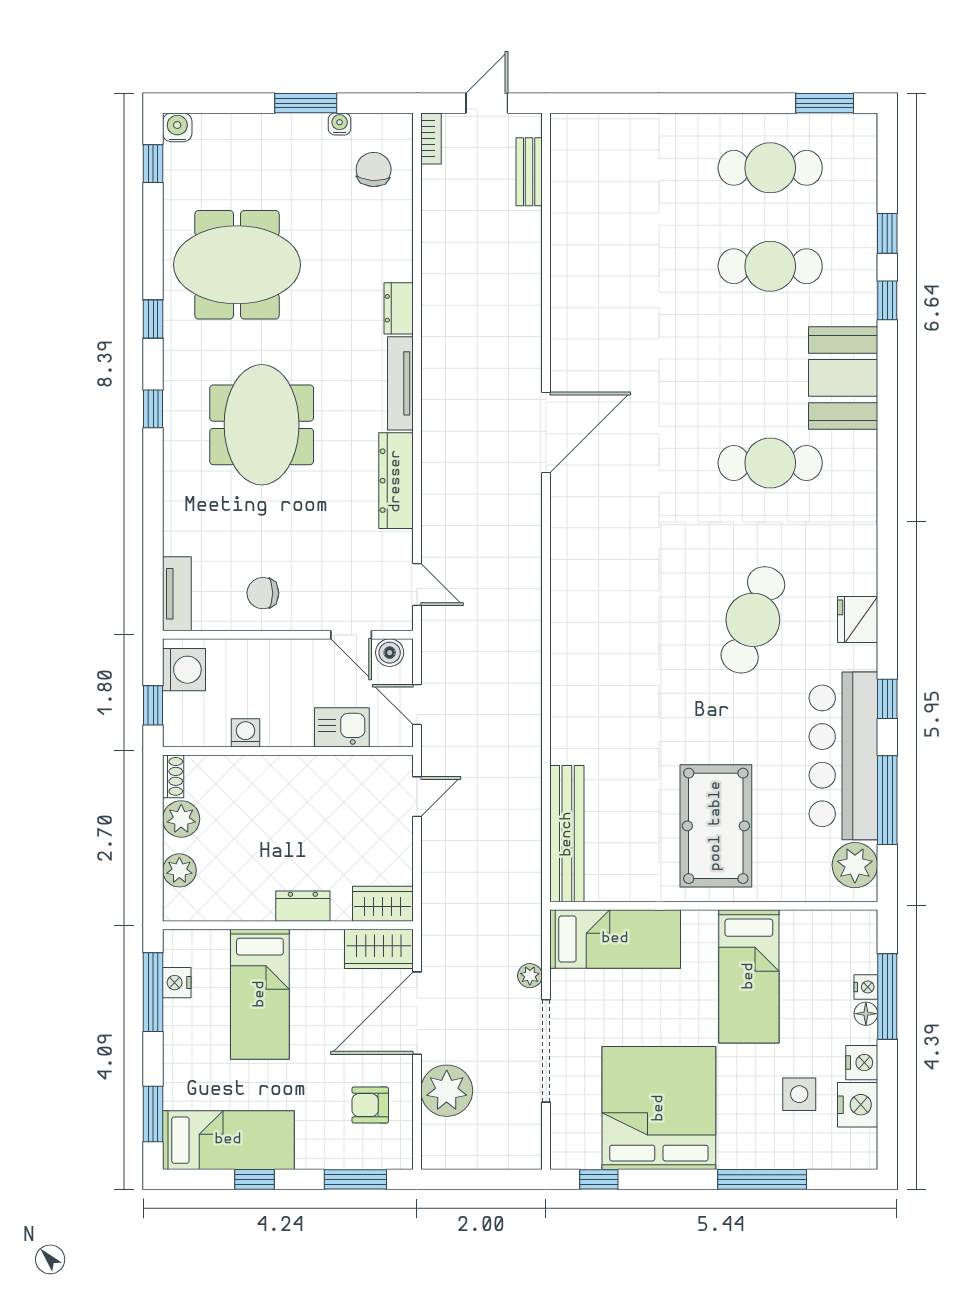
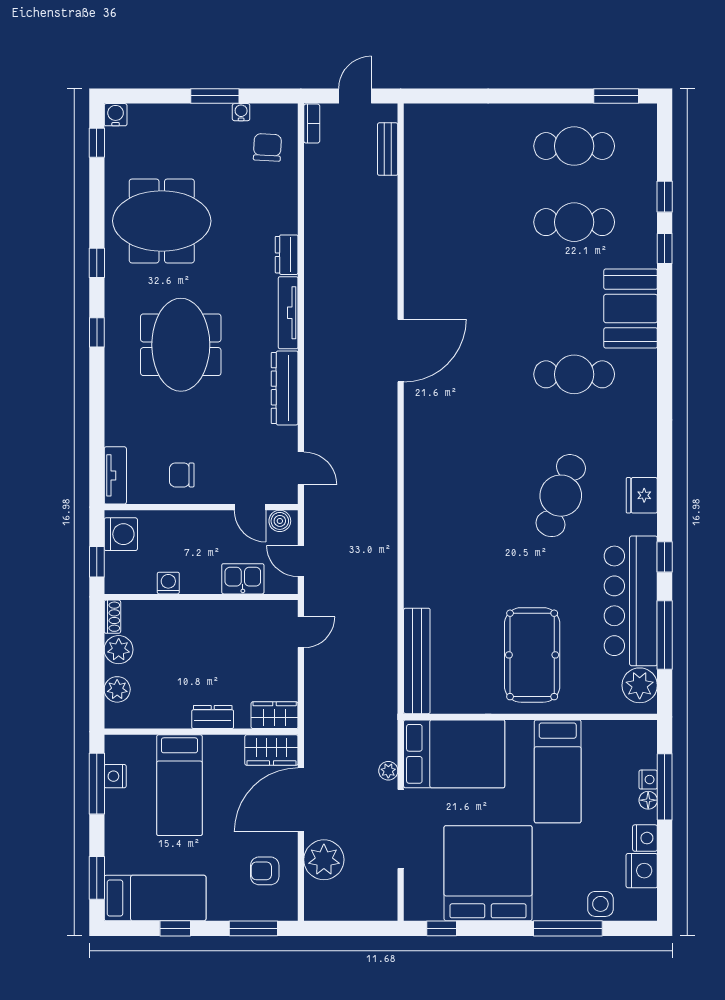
bed: (615, 939) -> (454, 754), width x1.50
side table: (799, 1094) -> (600, 904), moved

